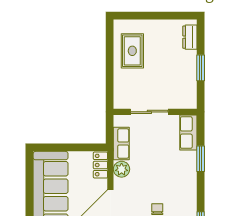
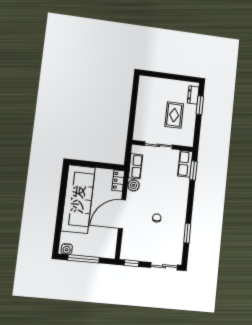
rug: (132, 51) -> (174, 115), moved
window: (201, 68) -> (200, 105), moved
window: (201, 159) -> (193, 170), moved

